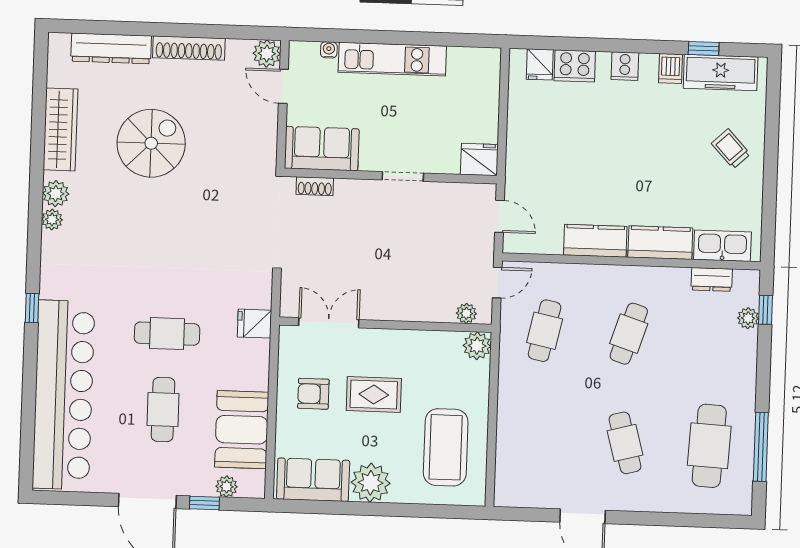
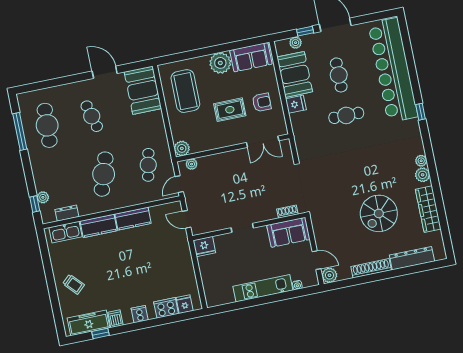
fridge: (255, 324) -> (296, 104), moved
cafe table: (629, 334) -> (104, 174), width x1.37, depth x1.35
booth: (522, 467) -> (143, 90), added

